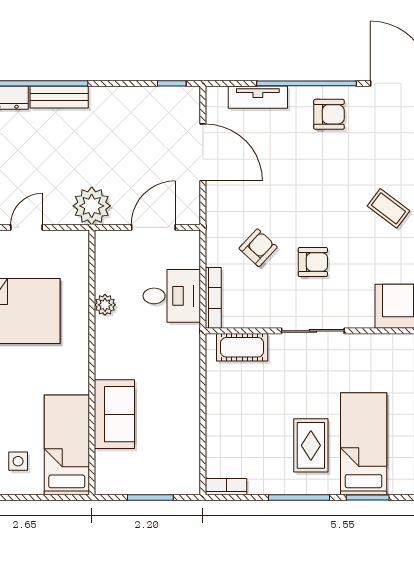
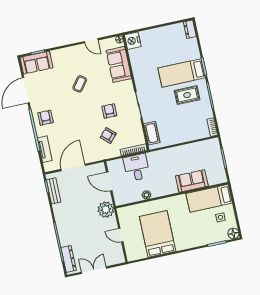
bench: (59, 97) -> (54, 191), moved

